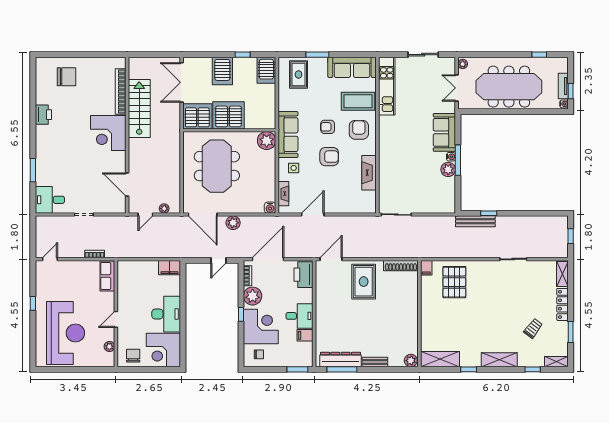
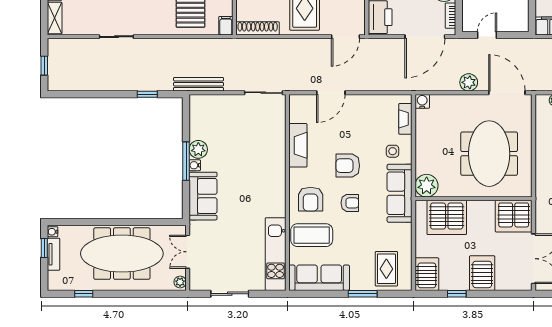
double door: (457, 88) -> (188, 252), swing flipped
server rack: (228, 115) -> (447, 217), moved
door: (313, 215) -> (331, 93), moved
bench: (475, 221) -> (199, 84), moved

